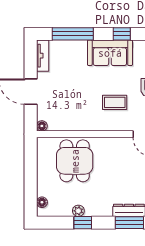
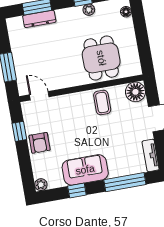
coffee table: (115, 102) -> (102, 103), moved, turned 90
floor lamp: (42, 126) -> (135, 92), width x1.89, depth x1.89

